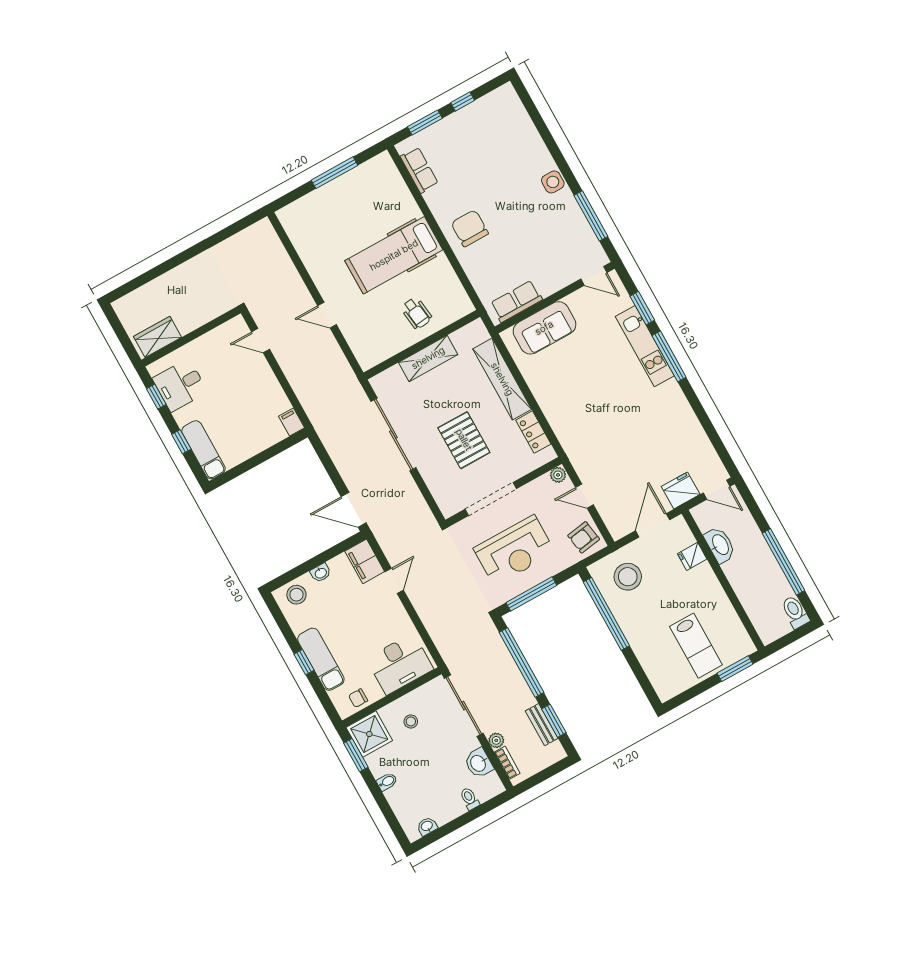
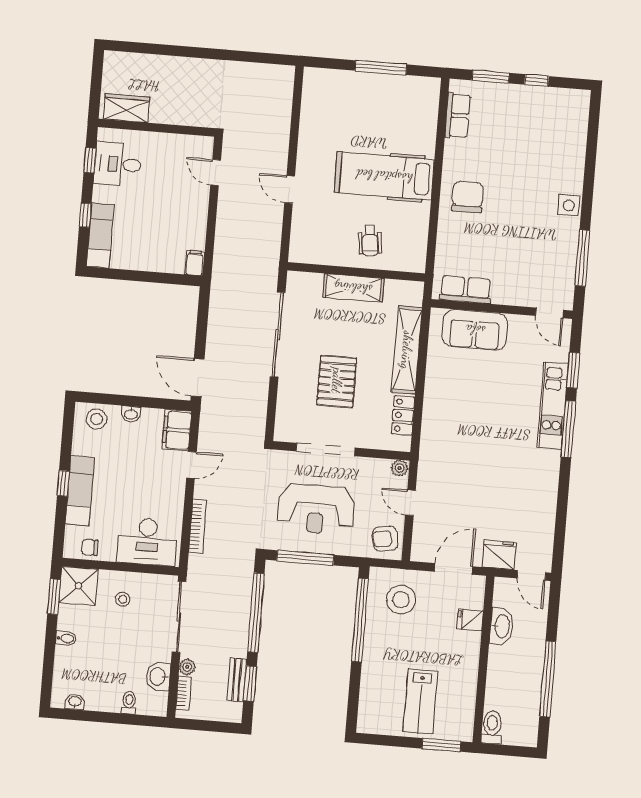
toilet: (795, 612) -> (492, 727), moved
bookcase: (431, 625) -> (198, 526), added

